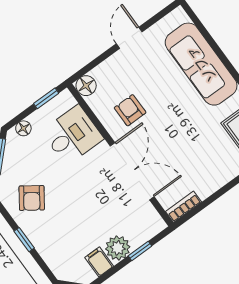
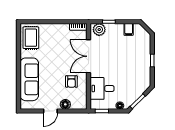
floor lamp: (86, 86) -> (65, 104), moved
armchair: (32, 198) -> (137, 75), removed
plant: (118, 248) -> (99, 30), moved

